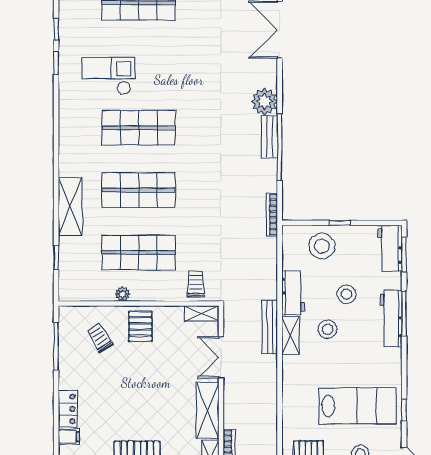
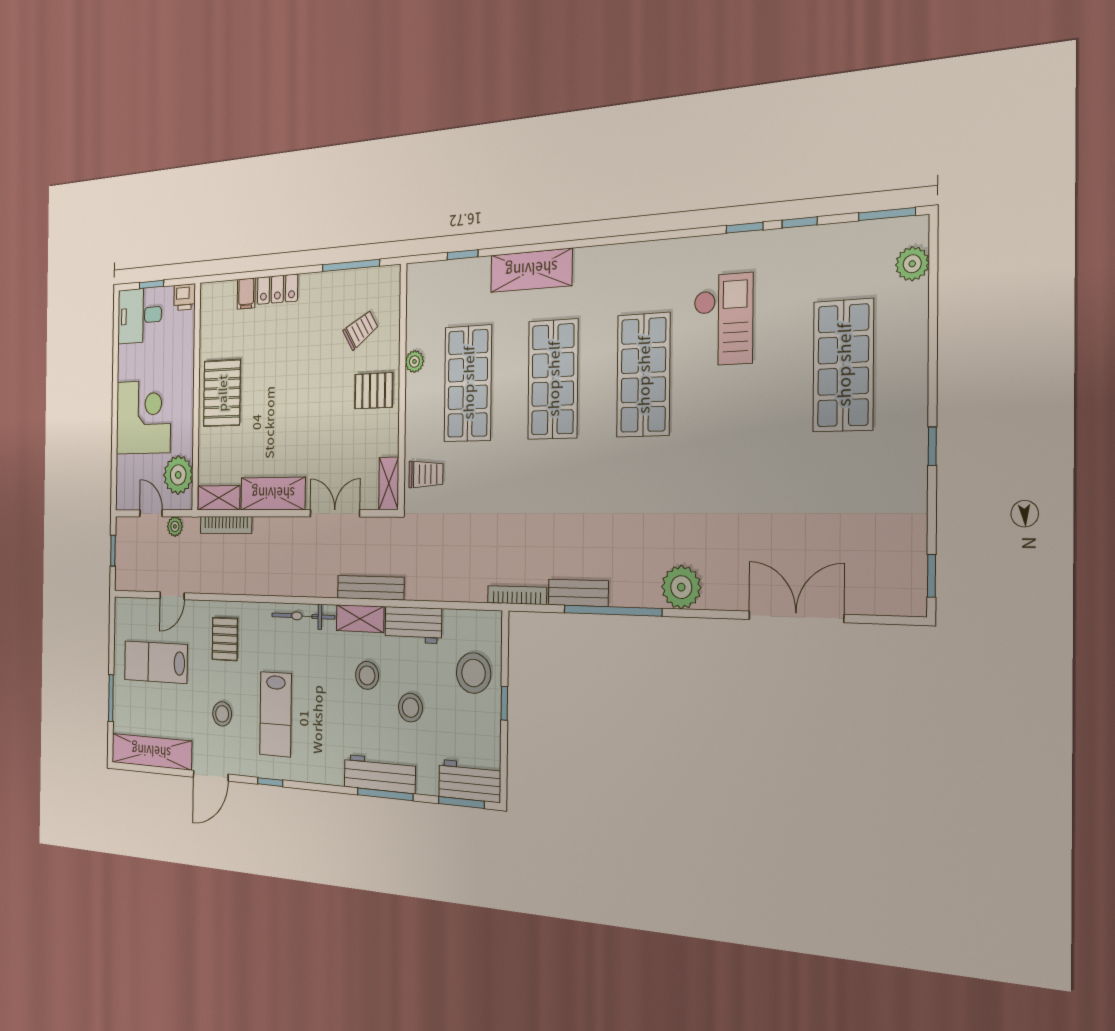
bench: (269, 137) -> (578, 593), moved
bicycle: (290, 383) -> (303, 616), added
lab bench: (358, 406) -> (276, 714), width x0.73, depth x0.72

